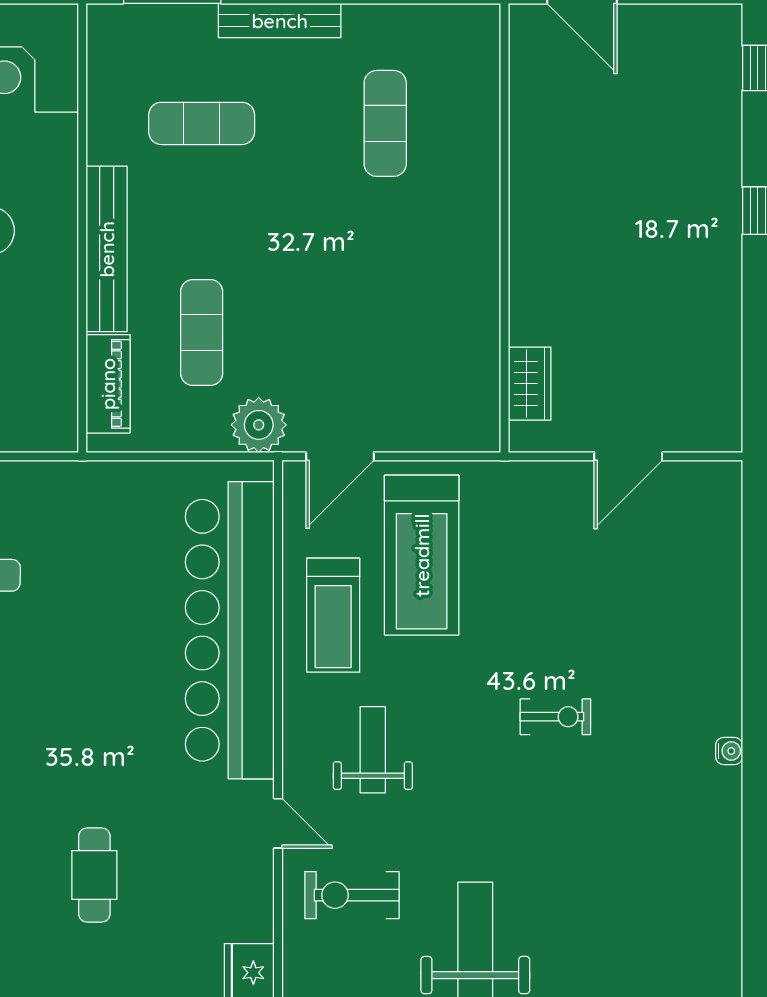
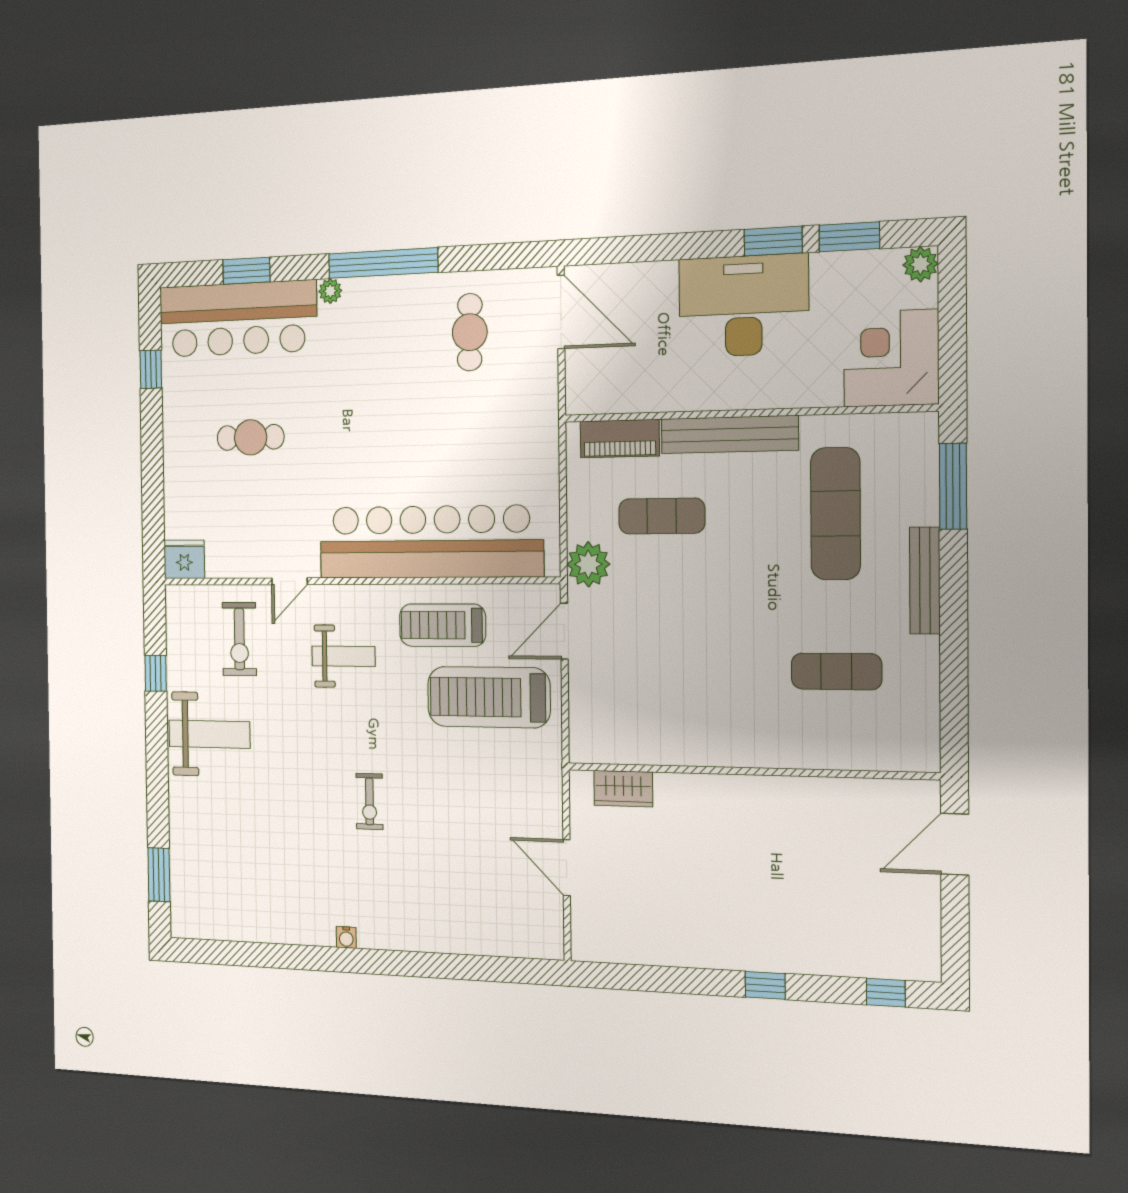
exercise mat: (202, 123) -> (835, 514), width x1.36, depth x1.45
door: (340, 456) -> (564, 631), hinge flipped
exercise bike: (352, 895) -> (239, 639), turned 180

